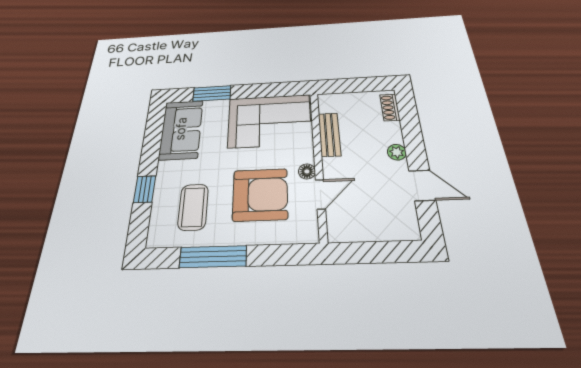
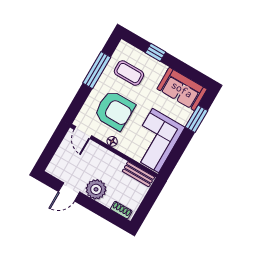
bench: (329, 134) -> (138, 174), moved
plant: (397, 152) -> (96, 189), width x1.87, depth x1.87
armchair: (260, 194) -> (114, 110), turned -90
door: (320, 194) -> (83, 133), moved

